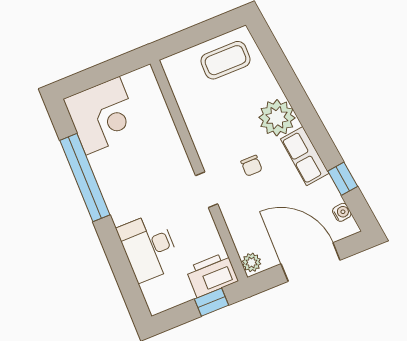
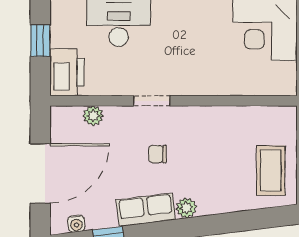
plant: (277, 118) -> (186, 208), width x0.53, depth x0.53
plant: (251, 262) -> (93, 116), moved
window: (212, 302) -> (40, 41), moved

